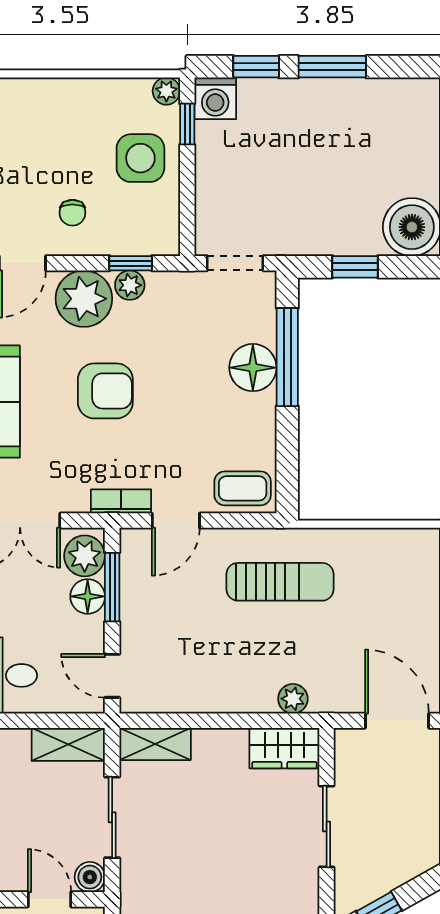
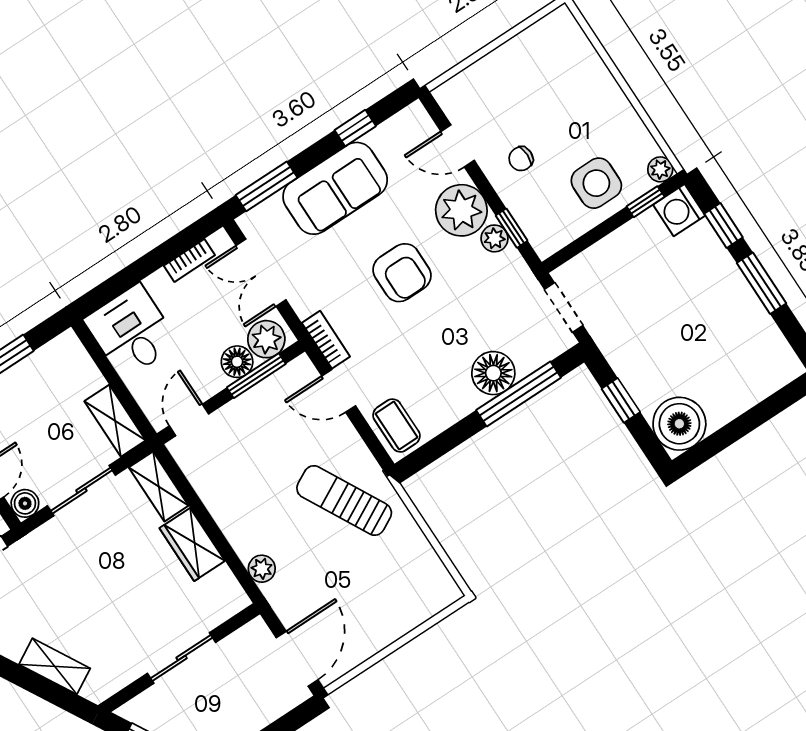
sun lounger: (280, 582) -> (344, 501), turned 152
wardrobe: (284, 748) -> (192, 545), moved

